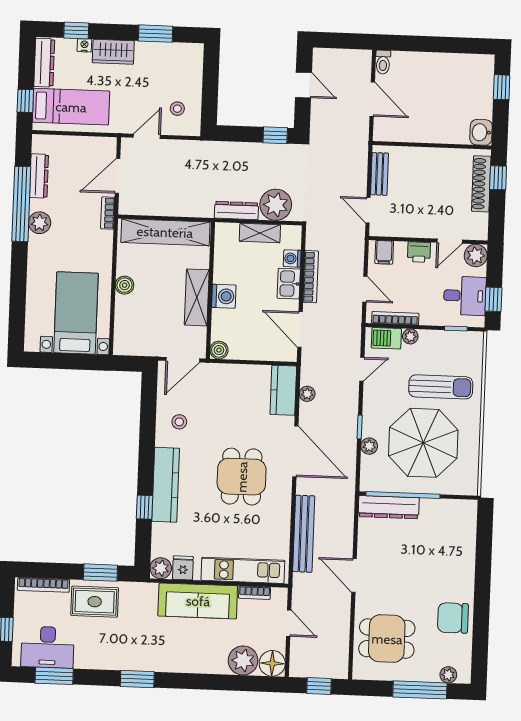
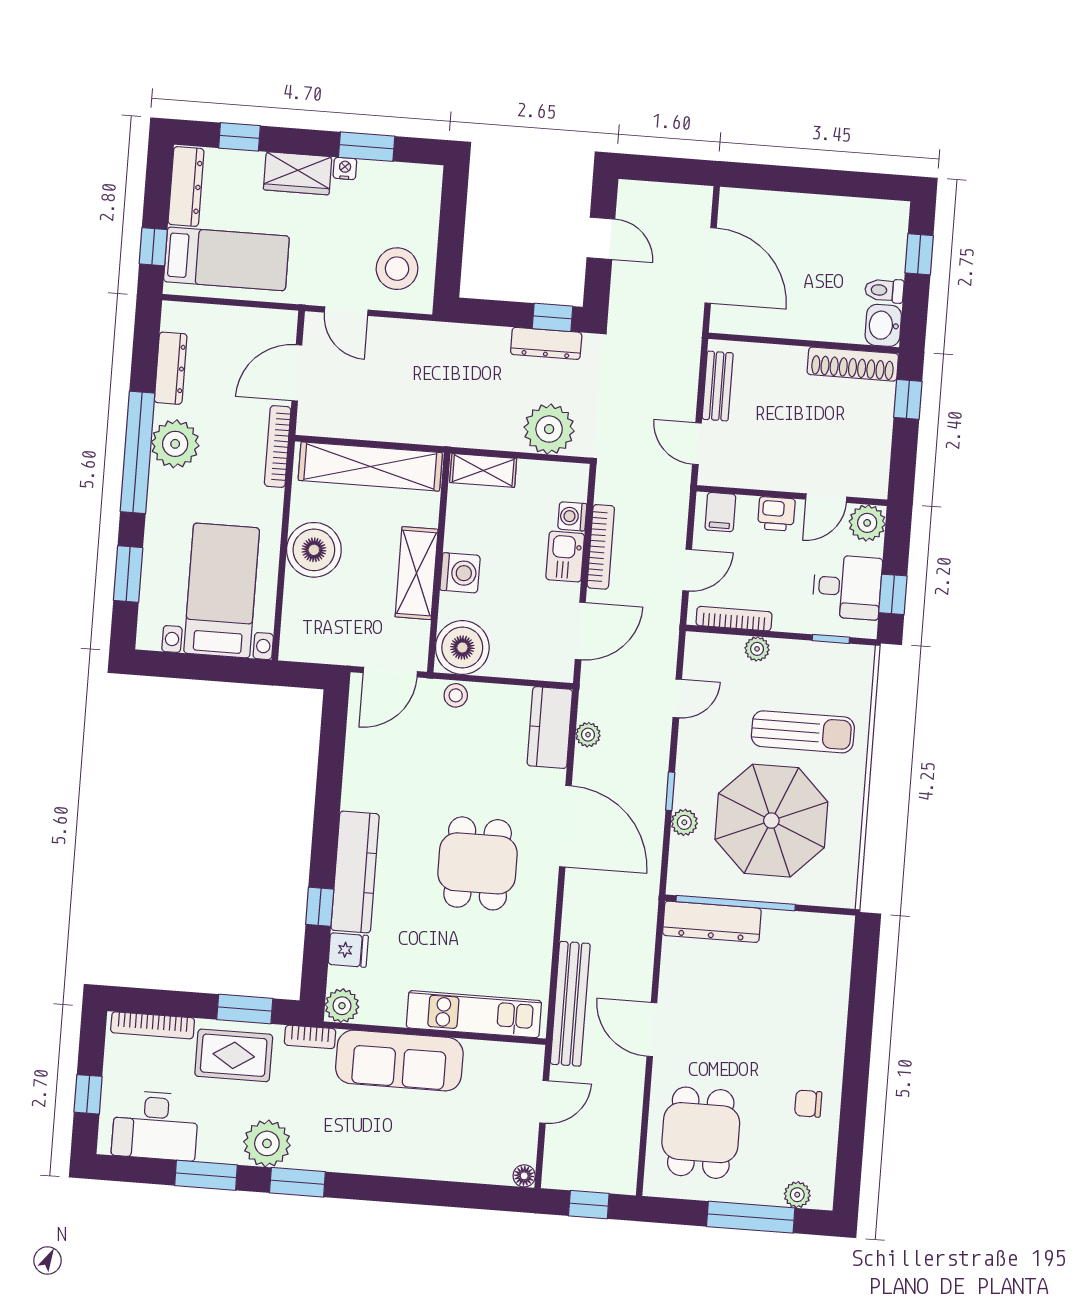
nightstand: (84, 45) -> (345, 168), moved
toilet: (383, 62) -> (884, 290), moved, turned 90
door: (372, 99) -> (711, 265), width x1.36
stool: (177, 109) -> (397, 269), width x1.89, depth x1.89
door: (147, 136) -> (346, 311), swing flipped
shoe rack: (481, 184) -> (853, 364), moved, turned -90
window: (21, 204) -> (137, 452), moved
dresser: (236, 210) -> (546, 343), moved, turned 180
bookcase: (108, 213) -> (278, 447), width x1.56
plant: (40, 223) -> (175, 444), width x1.36, depth x1.36
shelving: (260, 233) -> (483, 470), moved
boiler: (125, 285) -> (314, 550), width x1.86, depth x1.86
door: (365, 289) -> (687, 570), hinge flipped
window: (17, 305) -> (128, 574), added
door: (300, 330) -> (580, 631), swing flipped
barbecue: (386, 338) -> (718, 650), removed
boiler: (219, 350) -> (462, 648), width x1.86, depth x1.86
stool: (179, 422) -> (456, 695), moved
bench: (304, 534) -> (570, 1004), moved
fridge: (183, 568) -> (348, 950), moved, turned 90
bookcase: (255, 593) -> (310, 1037), moved
chair: (453, 618) -> (808, 1104), width x0.54, depth x0.54
door: (289, 623) -> (544, 1102), hinge flipped
dining table: (387, 639) -> (701, 1133), turned 90
plant: (243, 660) -> (267, 1143), moved
floor lamp: (272, 663) -> (524, 1176), width x0.53, depth x0.53
window: (54, 676) -> (206, 1175), moved

